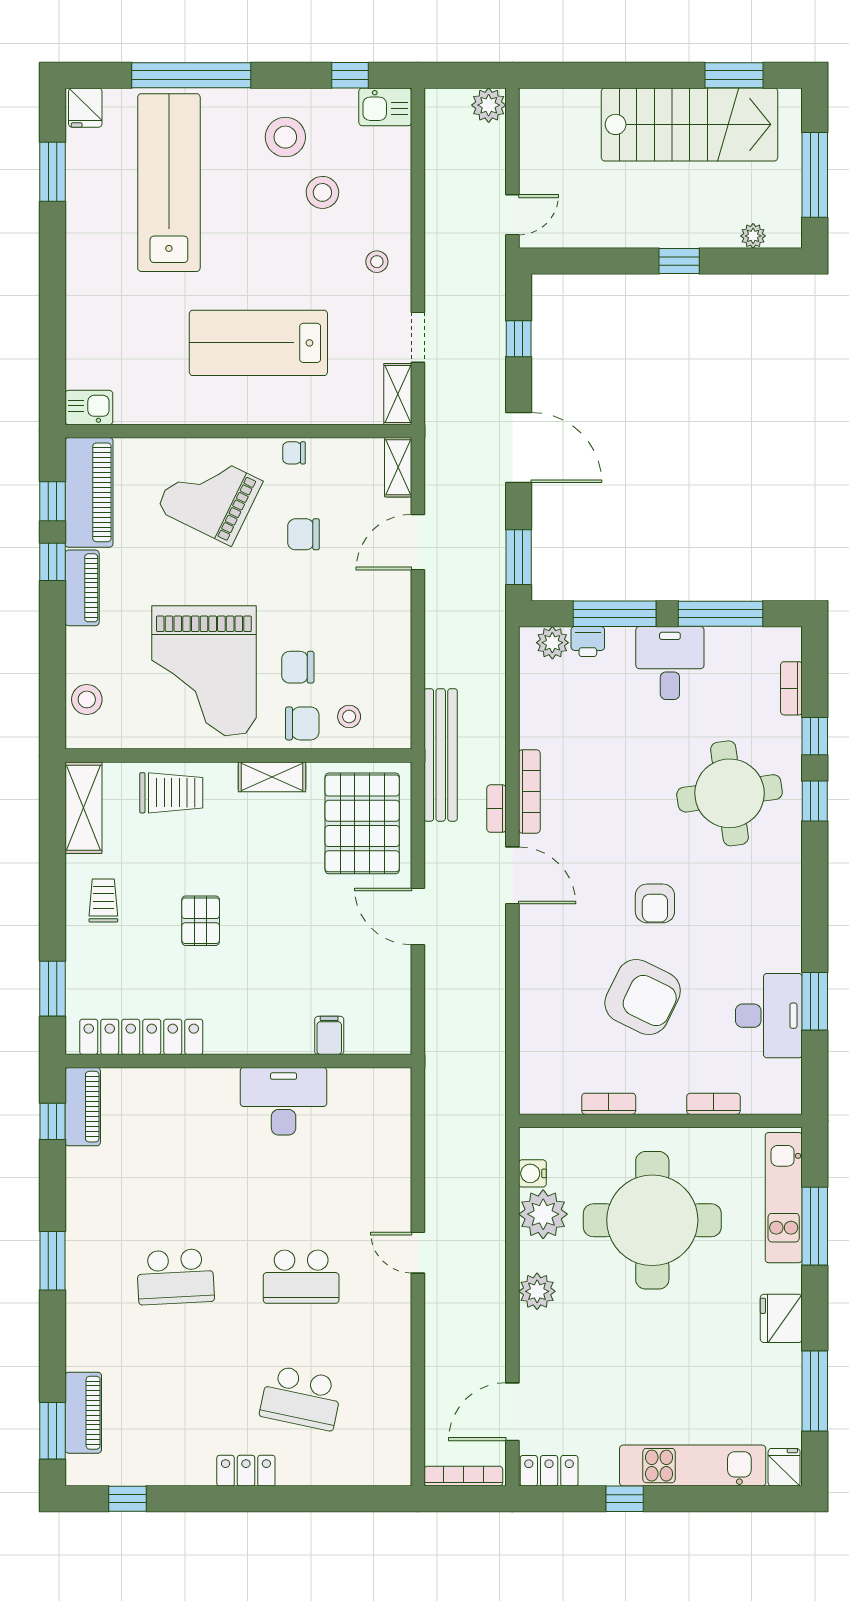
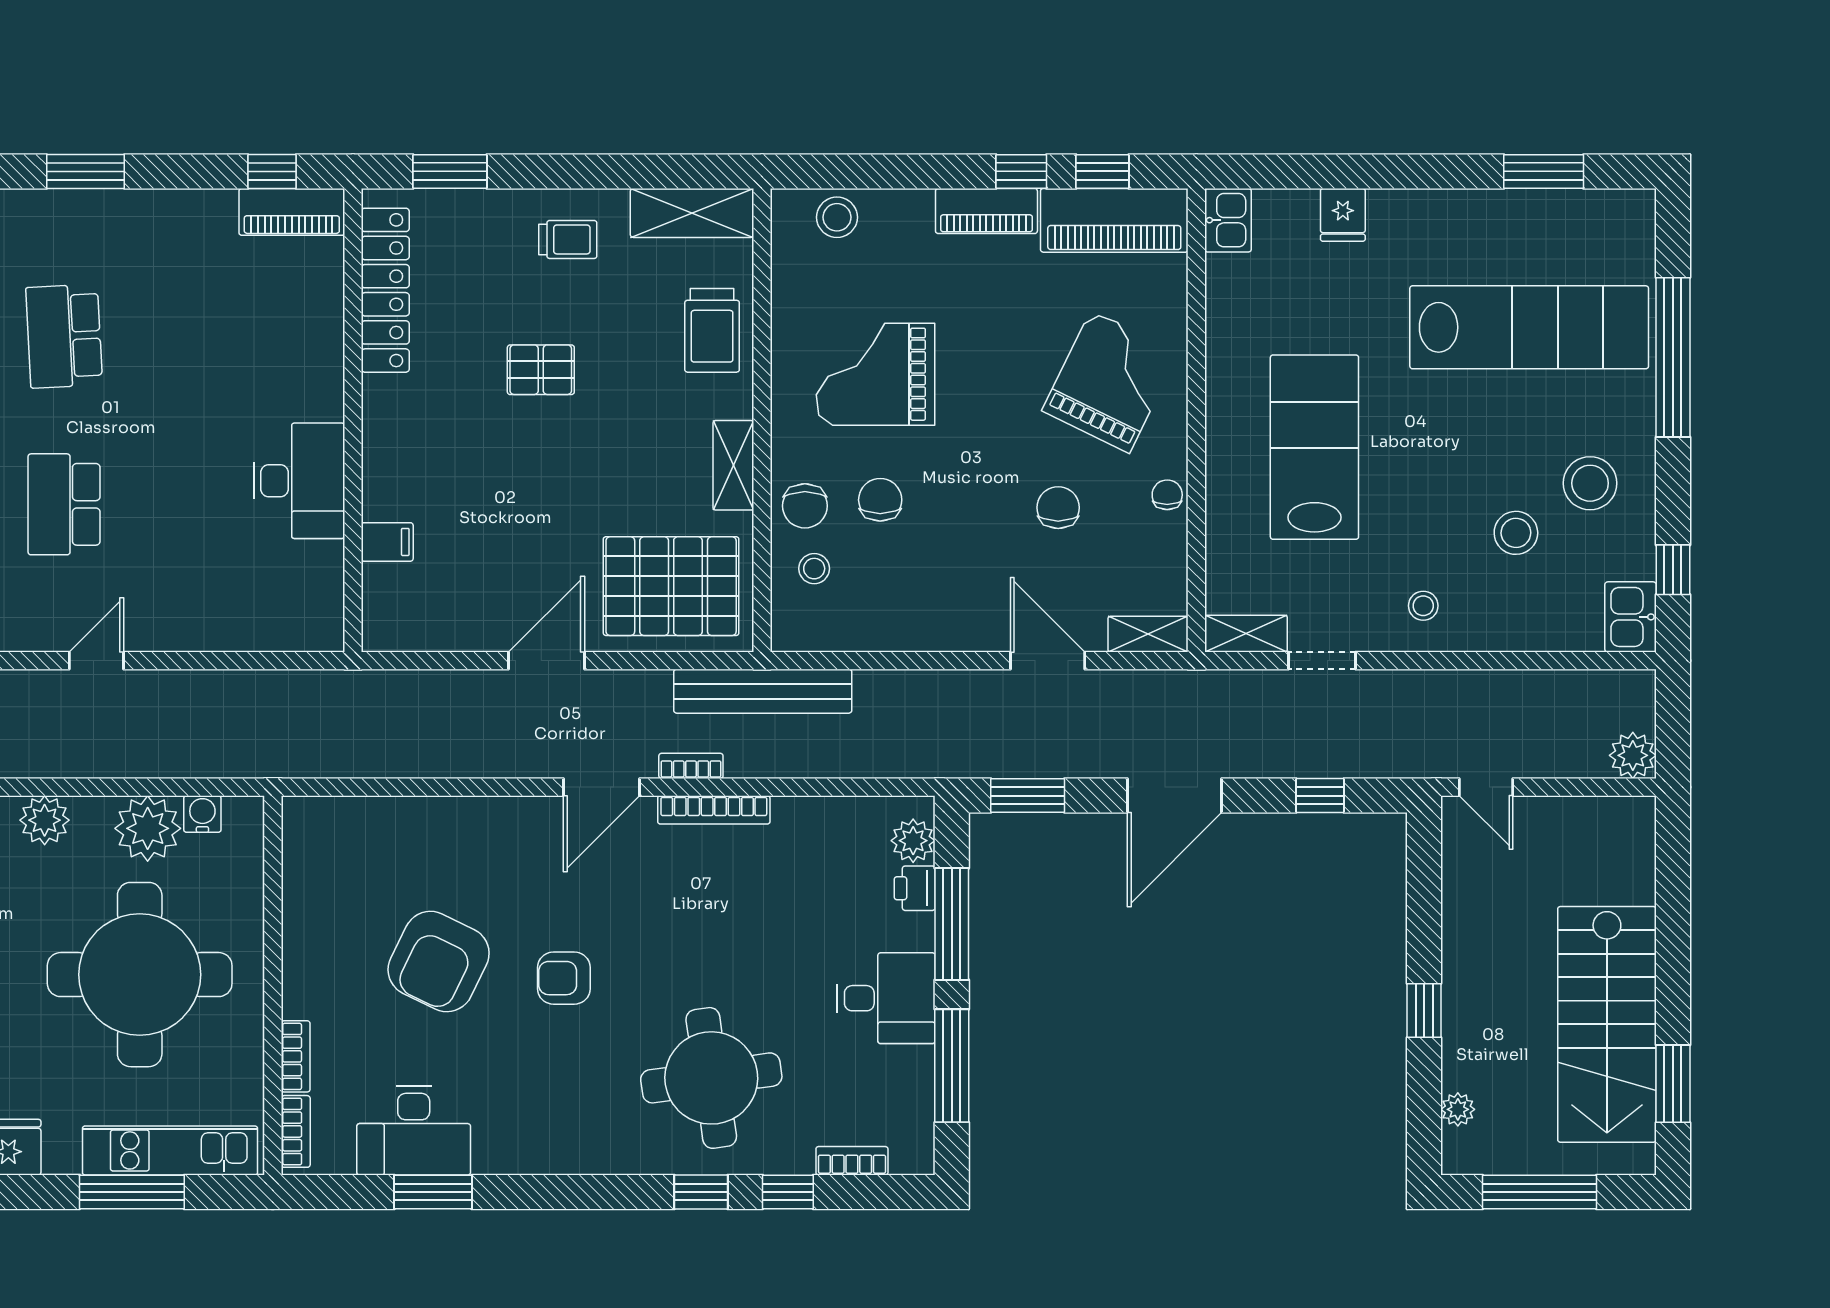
fridge: (85, 108) -> (1343, 215), moved, turned -90
grand piano: (204, 671) -> (875, 374), width x0.73, depth x0.68
bookcase: (609, 1104) -> (296, 1131), moved

